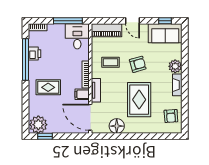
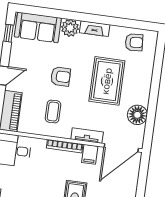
sofa: (165, 33) -> (38, 27), moved, turned 90
armchair: (138, 64) -> (61, 76), turned 106
rug: (139, 100) -> (107, 81), turned 90

